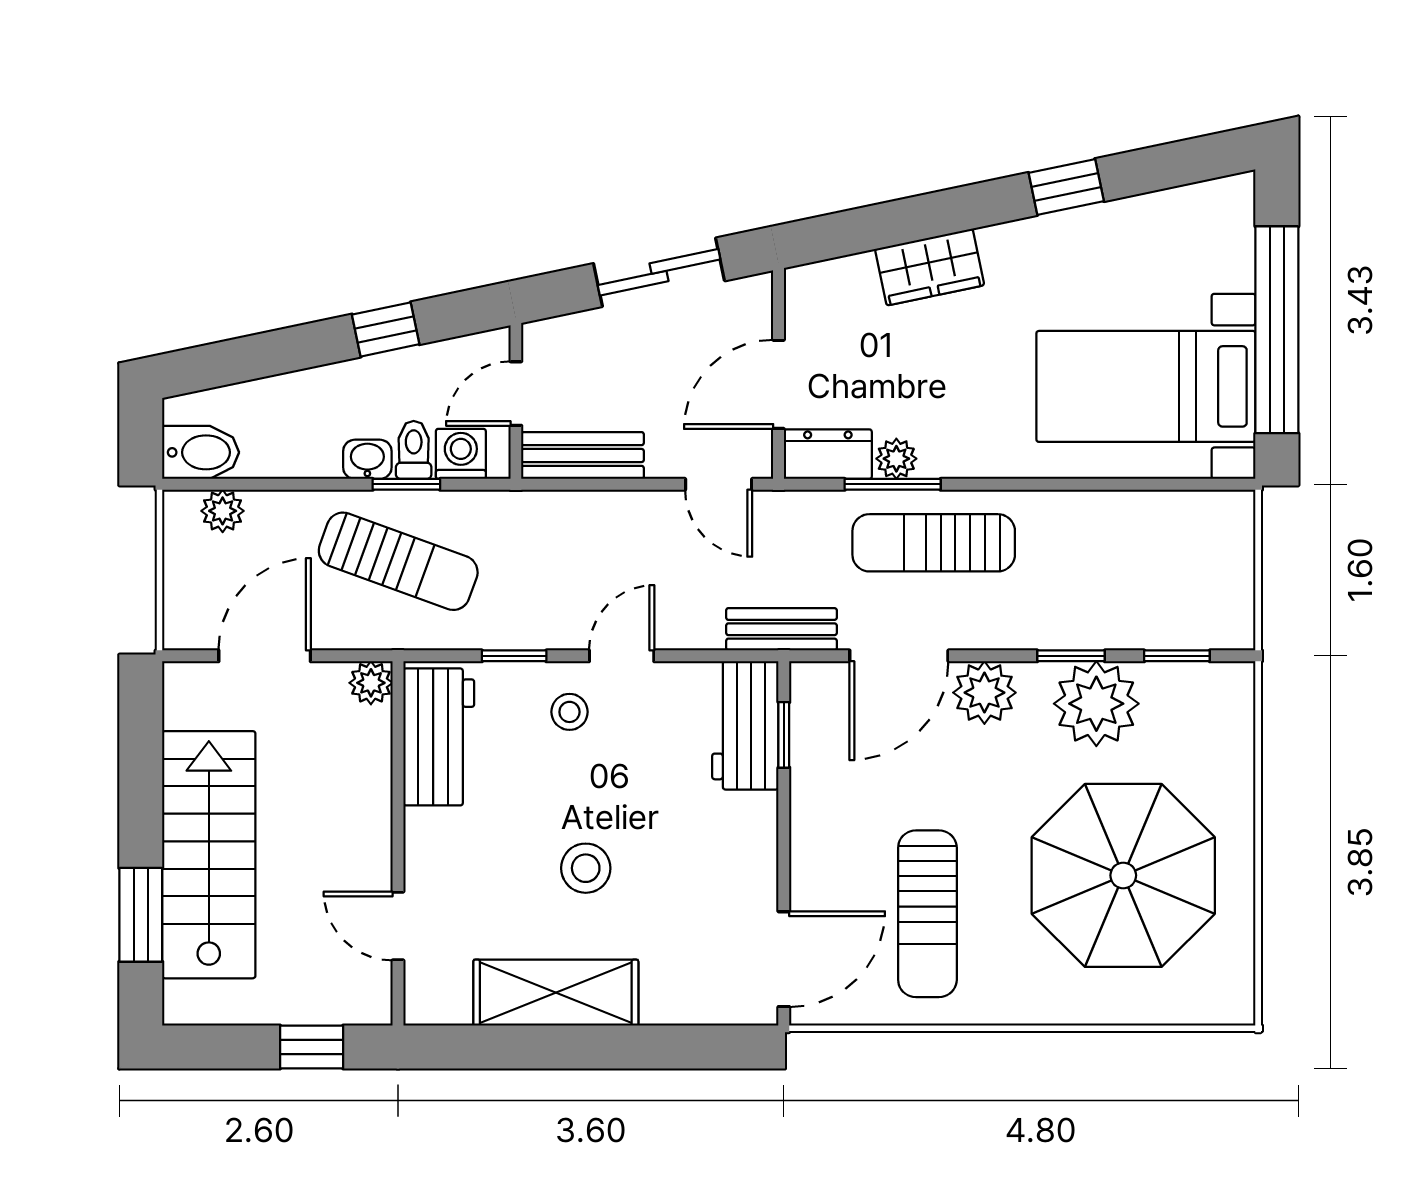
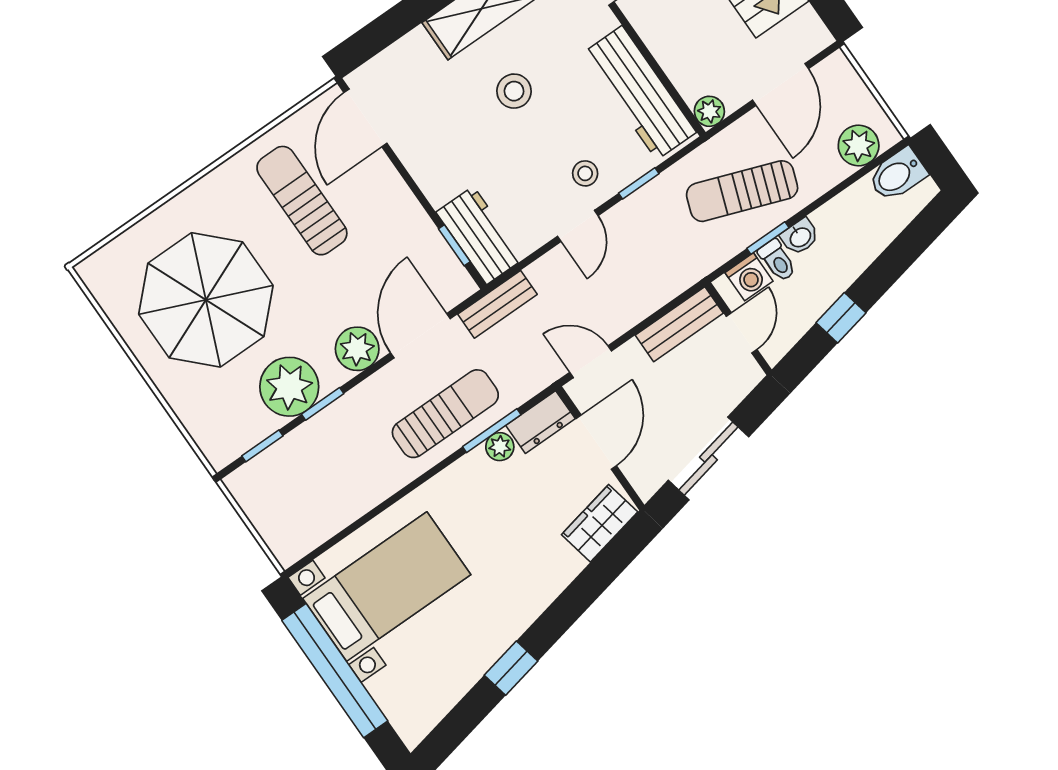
wardrobe: (930, 267) -> (600, 523), moved
plant: (223, 511) -> (859, 146), width x1.38, depth x1.38
workbench: (439, 737) -> (639, 93), width x1.38

